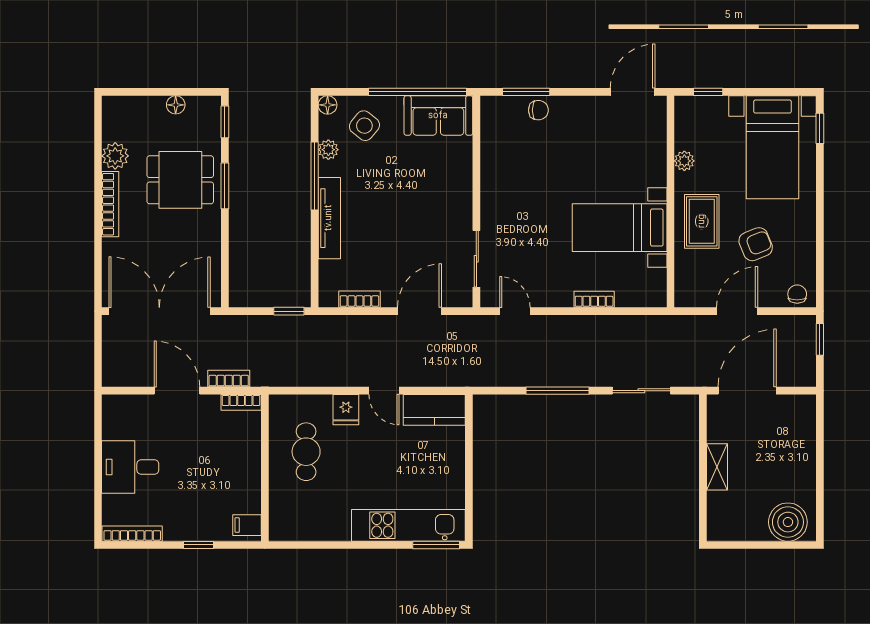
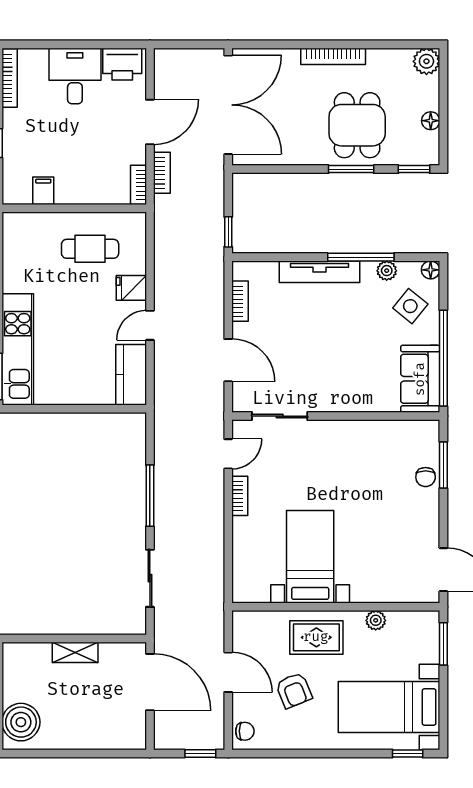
window: (708, 92) -> (443, 644), width x1.50
plant: (115, 156) -> (426, 61), moved
bookcase: (594, 299) -> (240, 496), moved
printer: (118, 419) -> (122, 64), added
filing cabinet: (247, 525) -> (43, 191), moved

